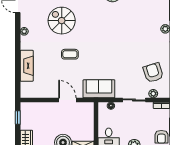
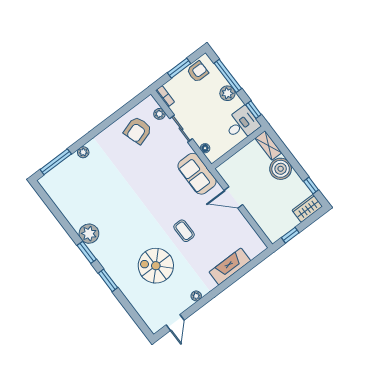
spiral stairs: (62, 21) -> (156, 266), turned 90
door: (67, 100) -> (233, 198), hinge flipped

